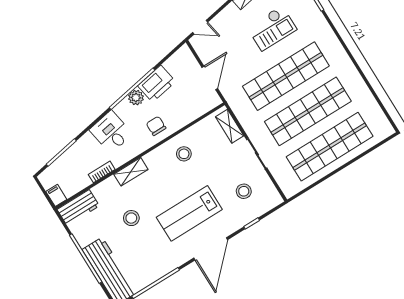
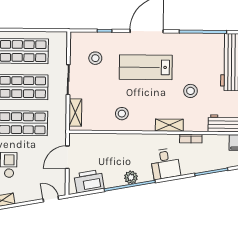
printer: (157, 84) -> (89, 181), moved
chair: (156, 126) -> (129, 147), removed
lab bench: (189, 213) -> (146, 67), turned 180

